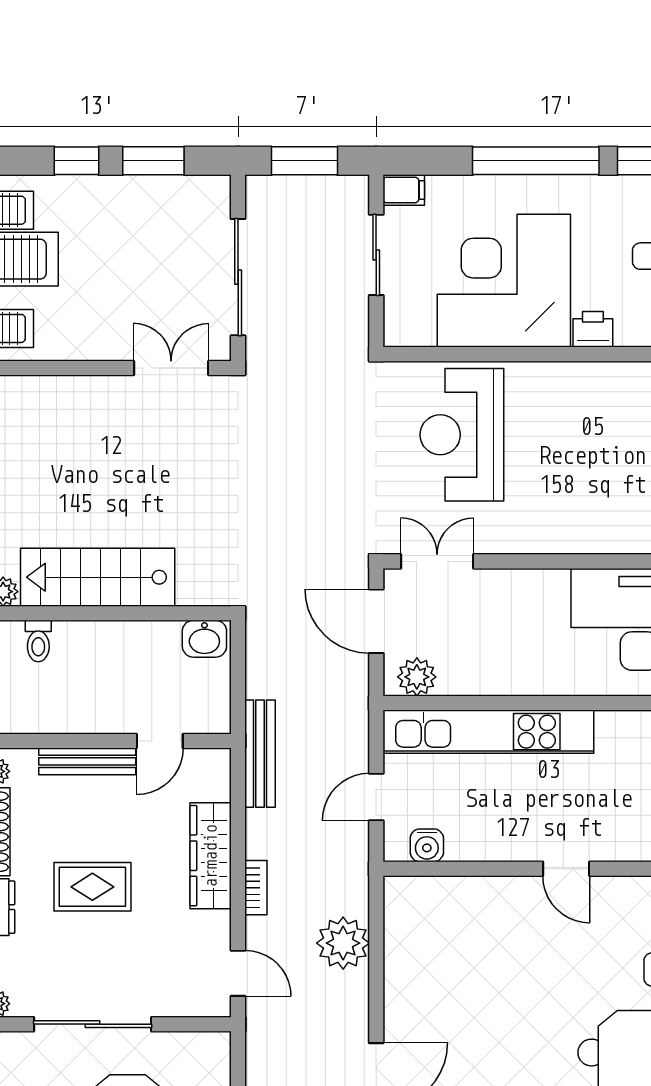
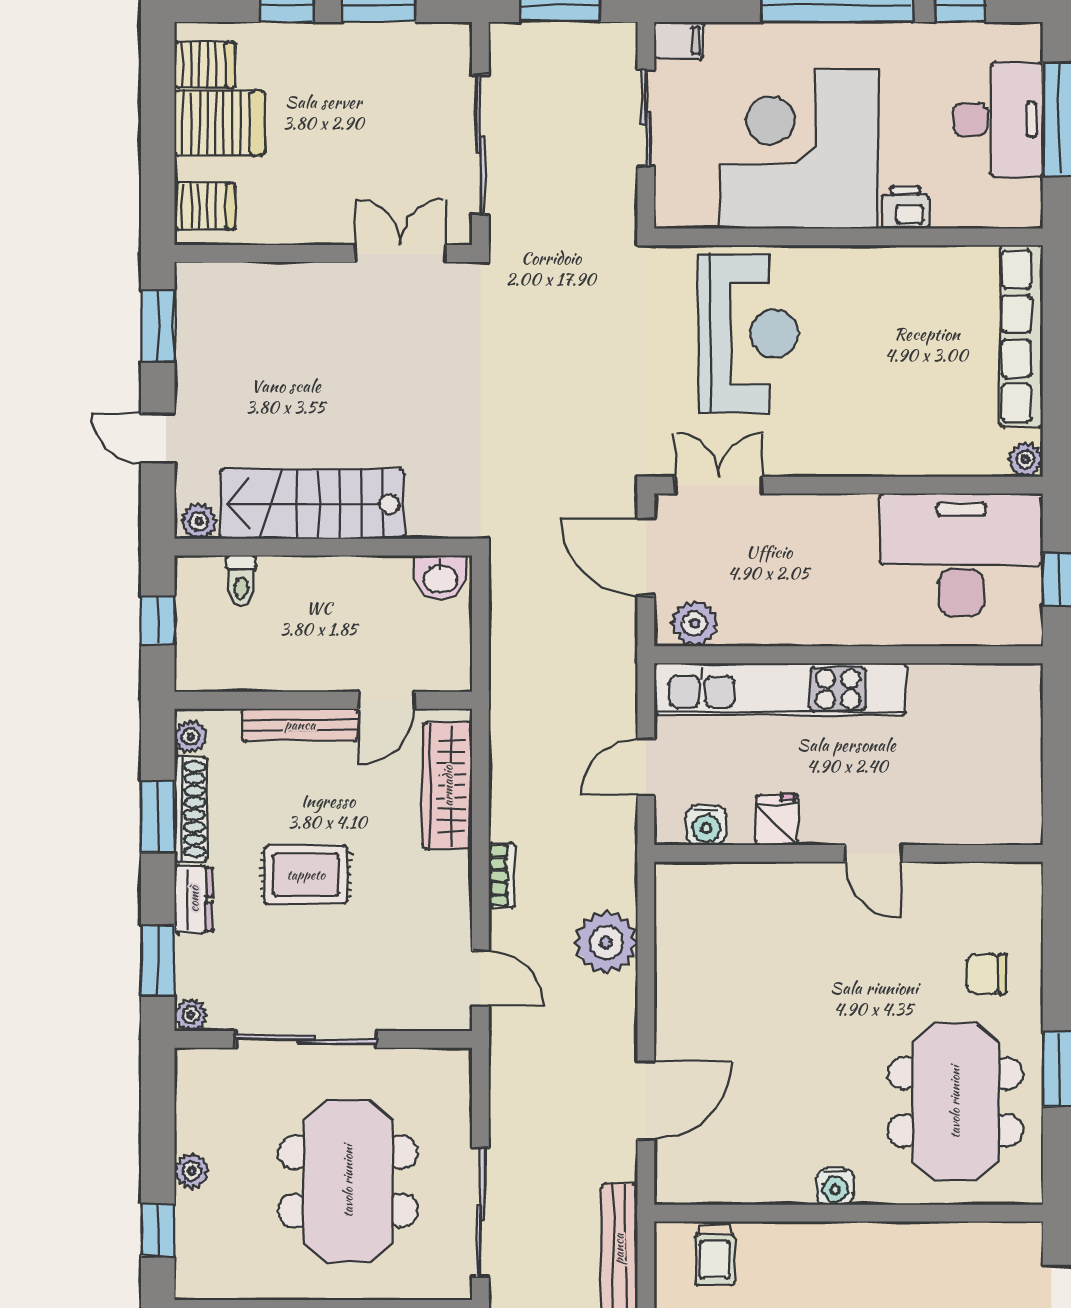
reception desk: (462, 435) -> (748, 334), turned 180
bench: (260, 754) -> (507, 715), removed
fridge: (486, 841) -> (777, 820), added
wardrobe: (211, 856) -> (448, 786), moved

